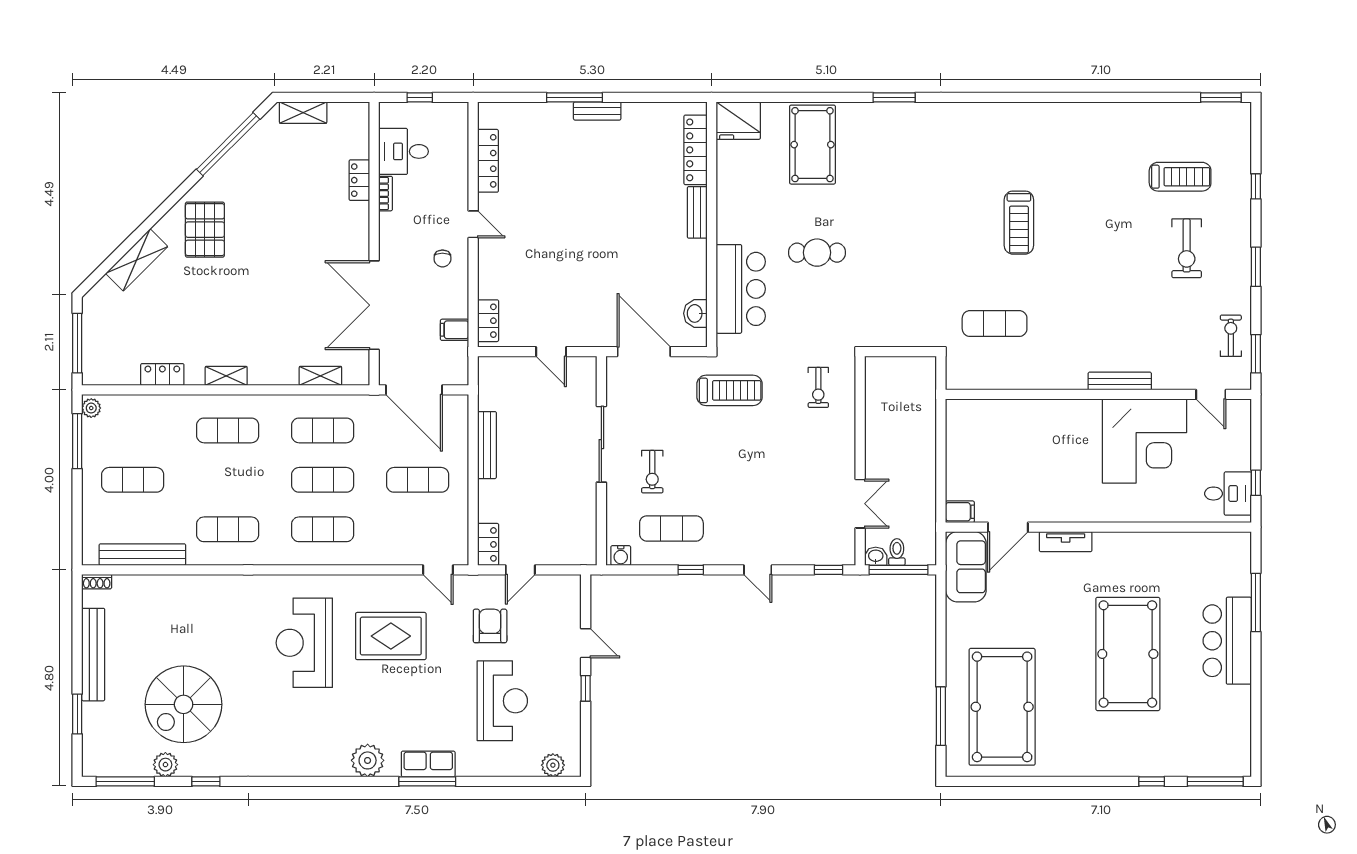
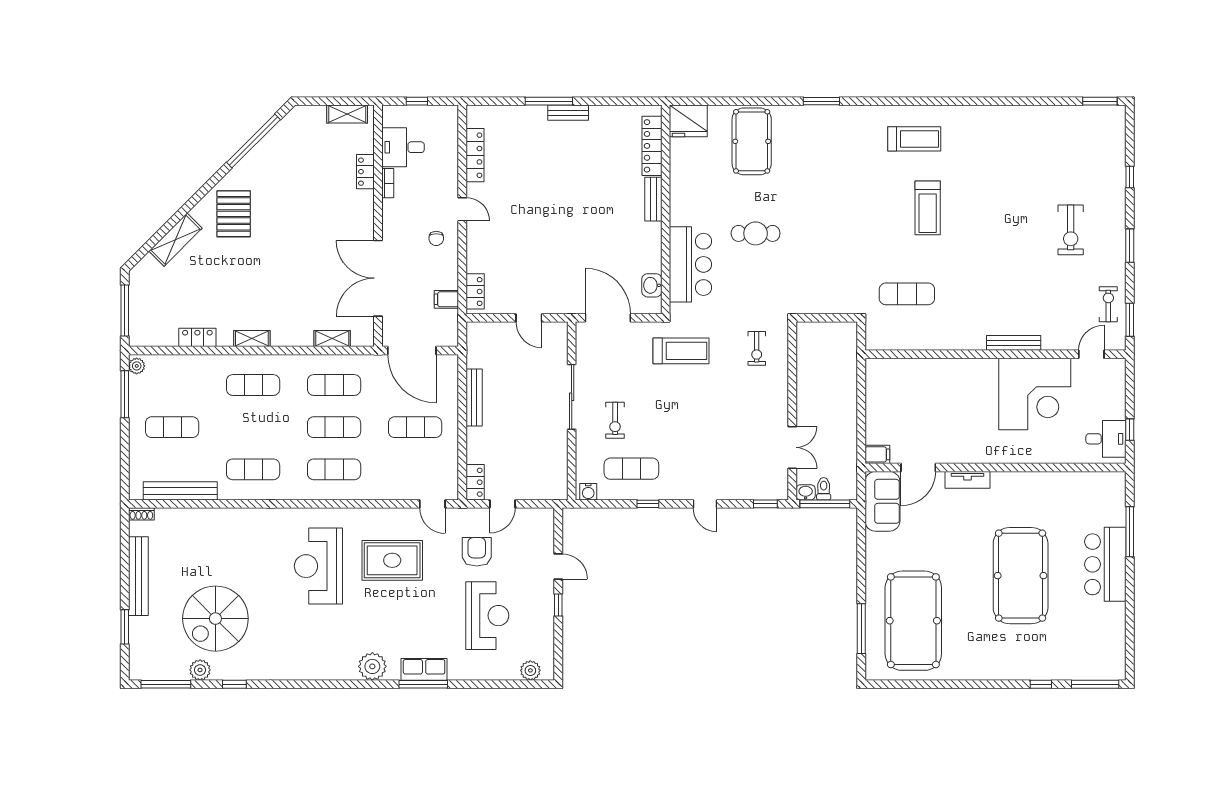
shelving: (303, 113) -> (347, 114), moved
treadmill: (1180, 177) -> (914, 139), moved
door: (1211, 394) -> (1091, 354), swing flipped

